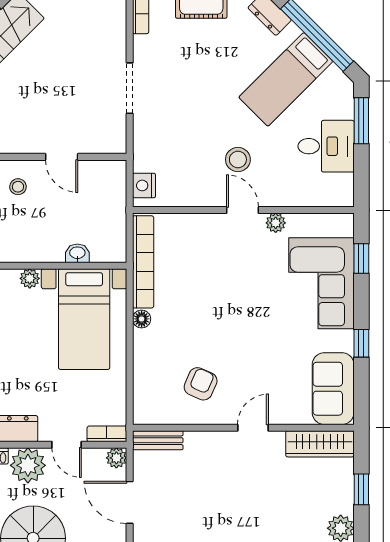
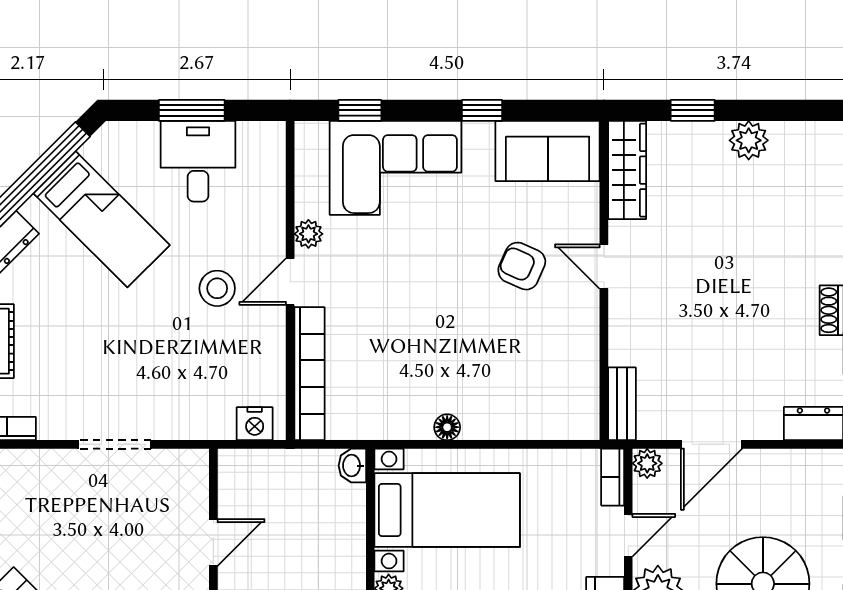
window: (361, 121) -> (192, 110), moved
washbasin: (77, 253) -> (352, 466), moved
bookcase: (143, 262) -> (309, 374), moved, turned 90
armchair: (201, 384) -> (522, 266), moved

